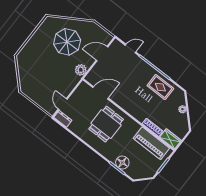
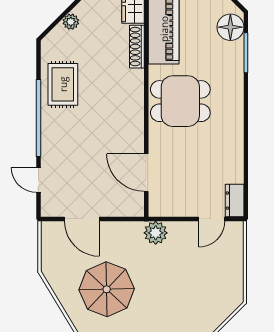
plant: (81, 70) -> (156, 233), moved
dining table: (106, 124) -> (180, 101), moved
floor lamp: (122, 163) -> (230, 27), moved

